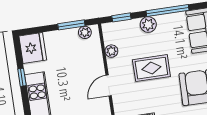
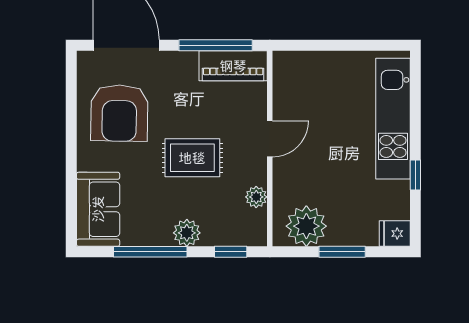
window: (71, 25) -> (342, 252), moved
plant: (85, 32) -> (306, 226), width x1.88, depth x1.88
fridge: (33, 48) -> (395, 234), width x0.53, depth x0.75

